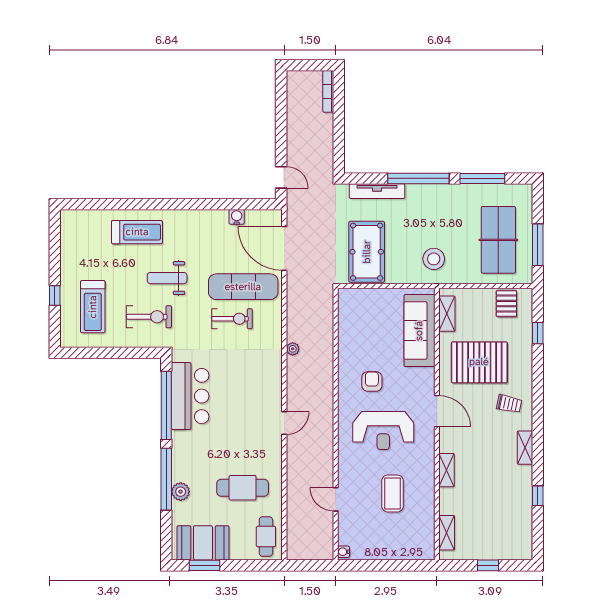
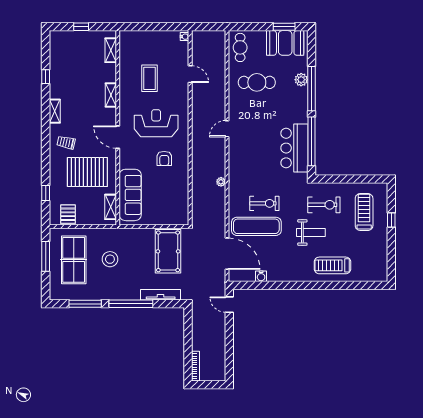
stool: (434, 259) -> (110, 259), moved
exercise bike: (149, 317) -> (324, 205), turned 180
exercise bike: (232, 319) -> (264, 203), turned 180

